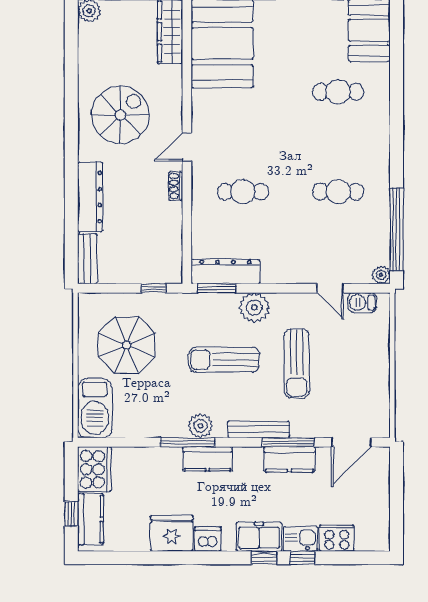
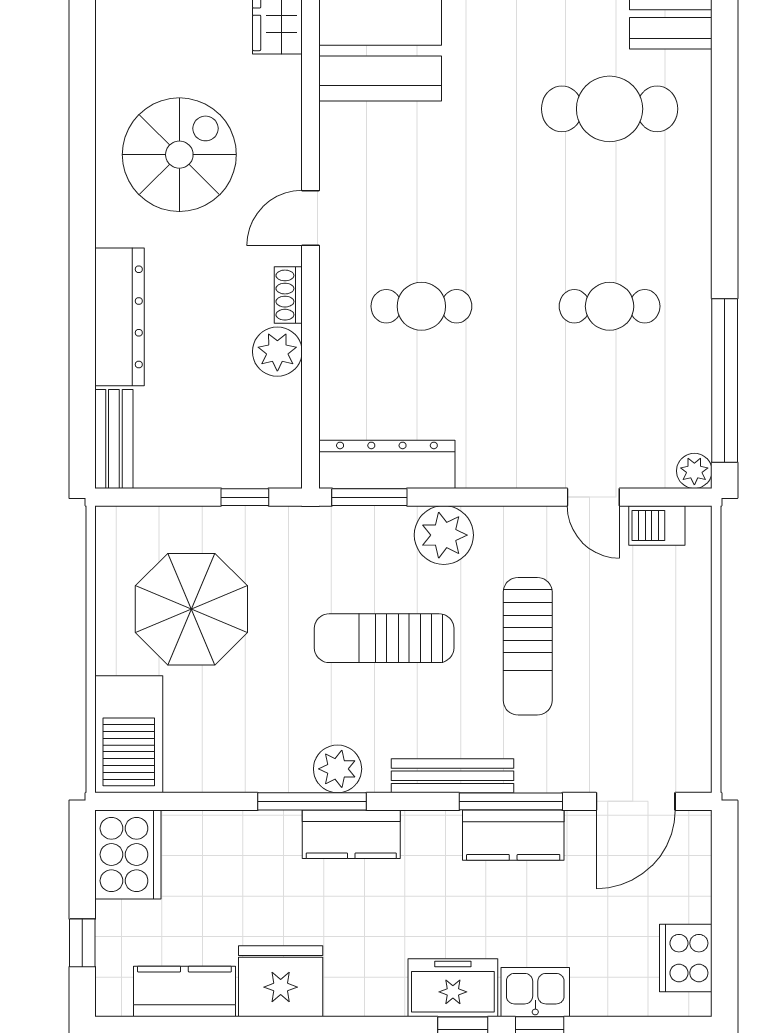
cafe table: (338, 92) -> (610, 109), width x1.37, depth x1.35
plant: (170, 215) -> (277, 352), added
kitchen counter: (91, 519) -> (184, 991), moved, turned -90
cooker: (337, 538) -> (686, 958), moved, turned -90
dishwasher: (208, 539) -> (352, 992), removed

